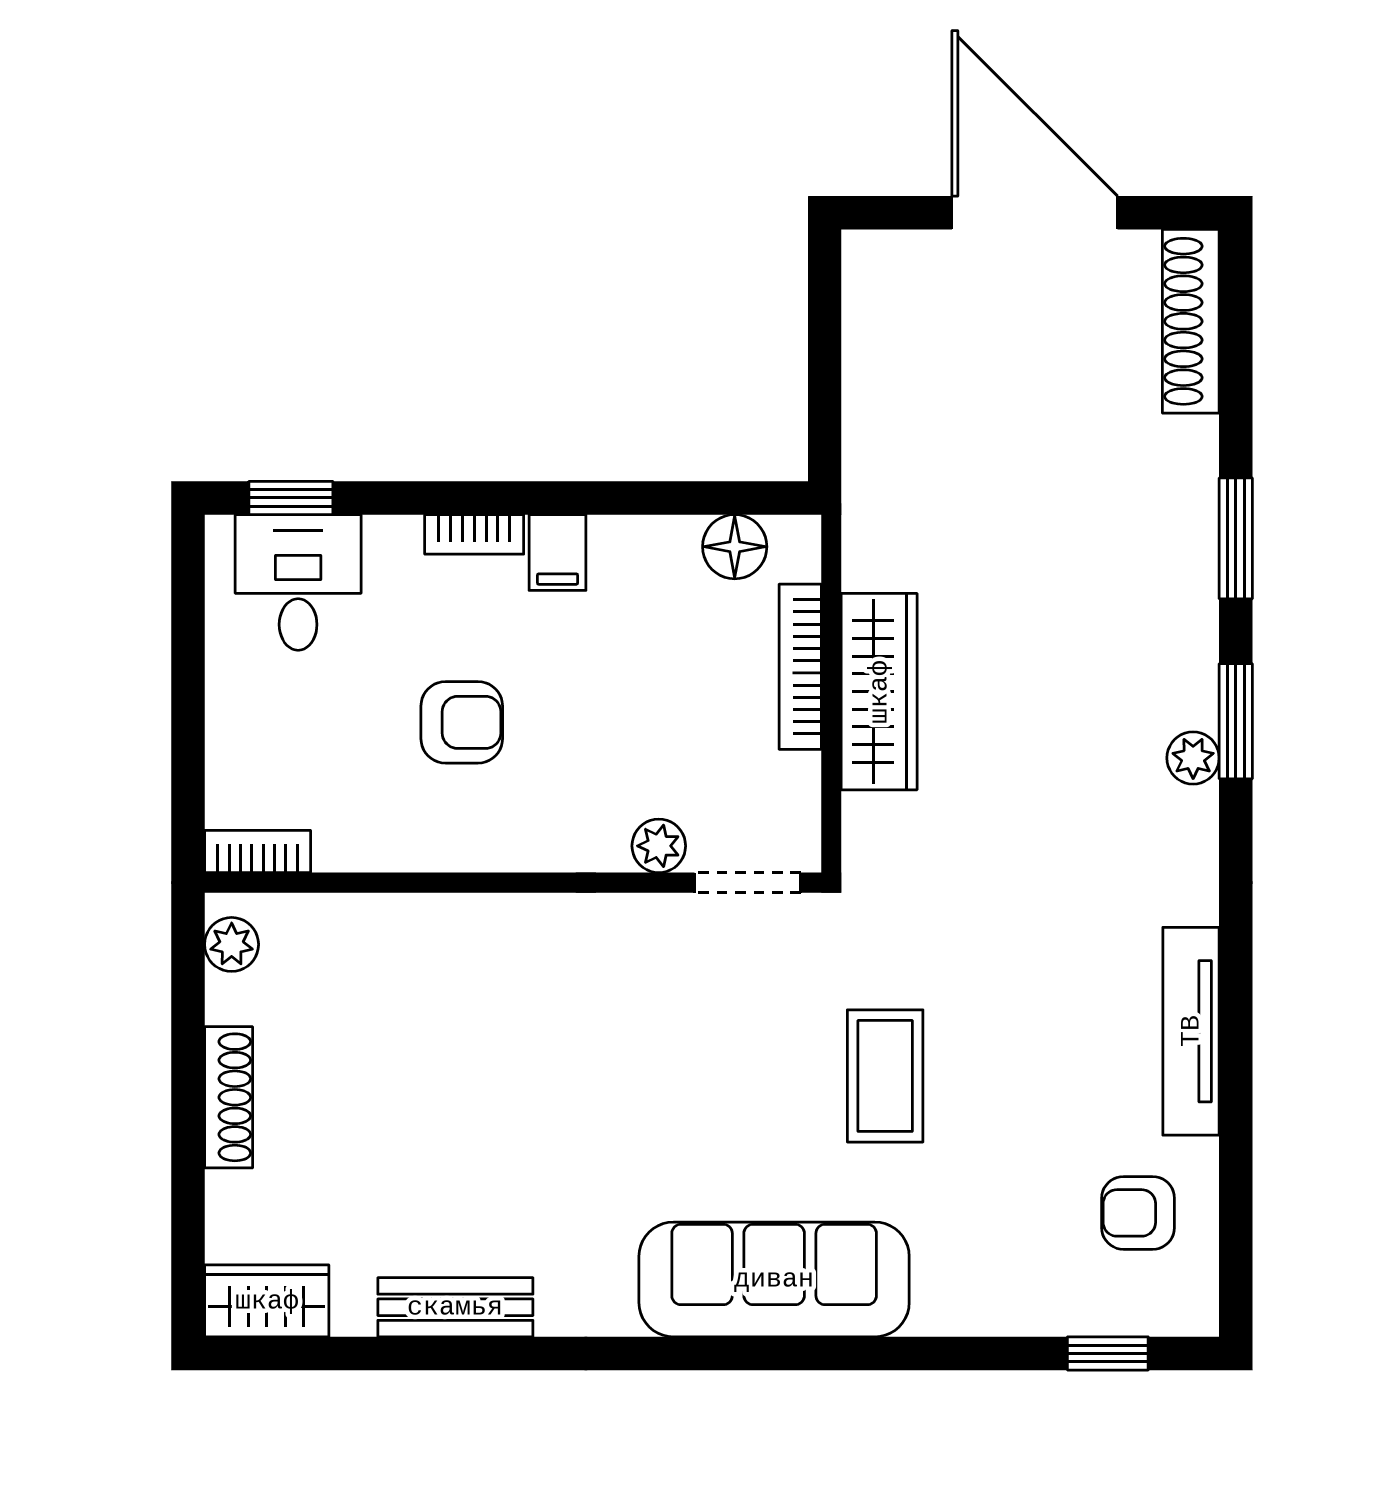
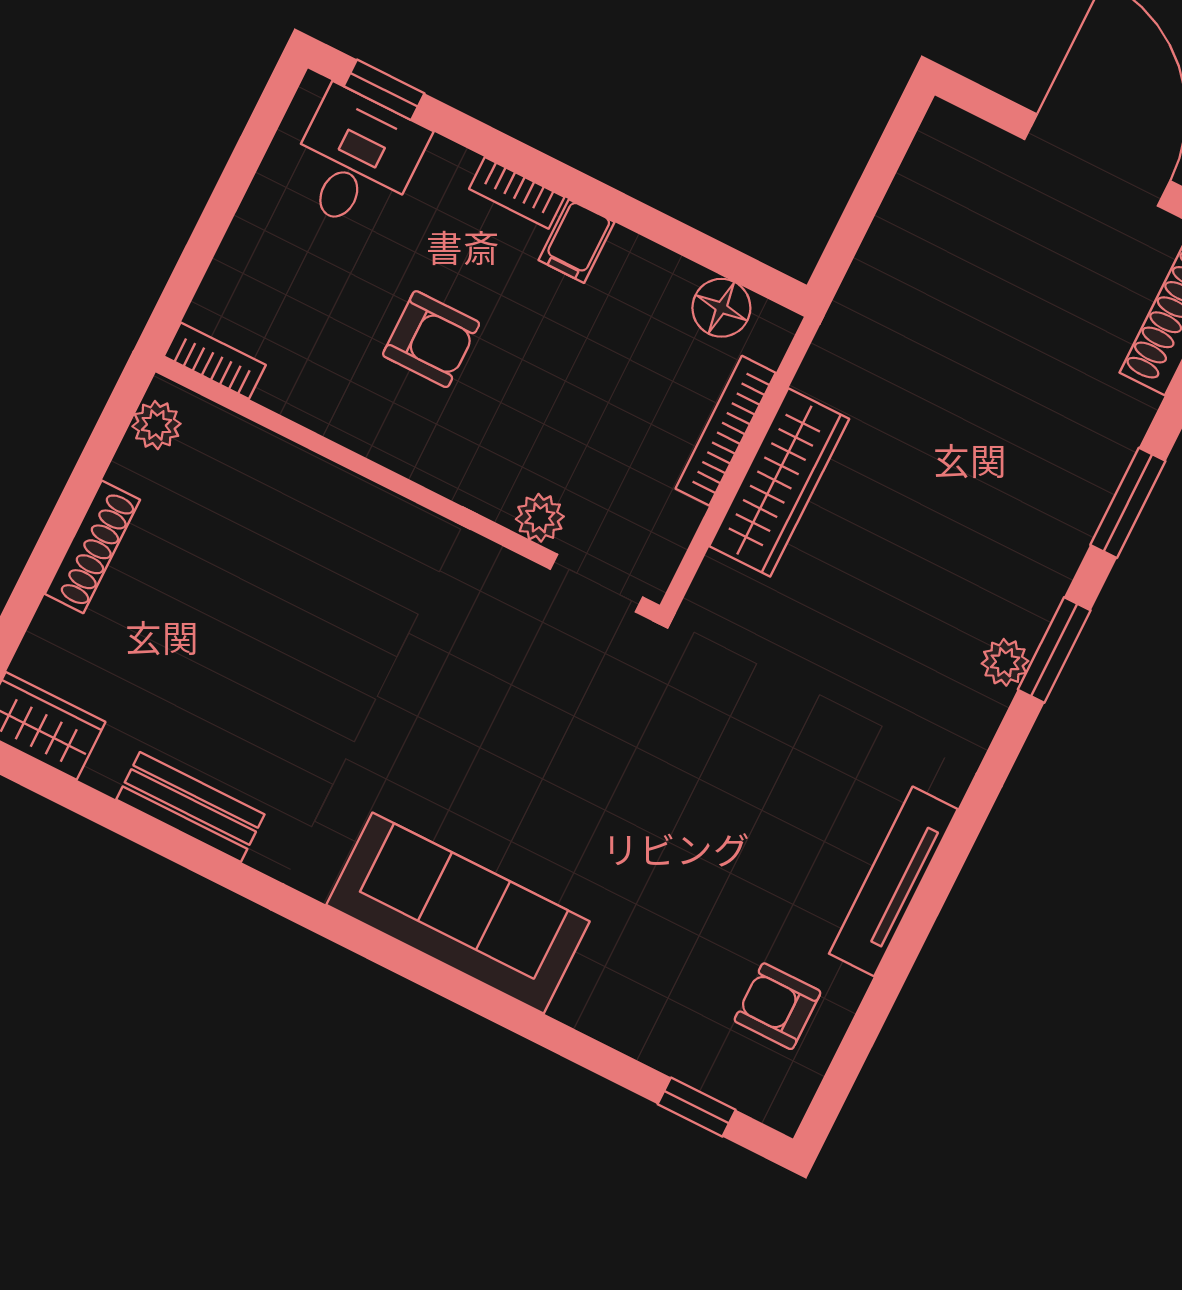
coffee table: (885, 1076) -> (629, 794), removed

